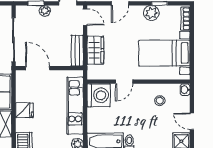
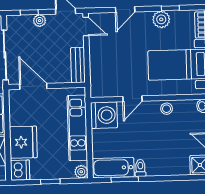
wardrobe: (95, 50) -> (99, 64), removed
stool: (160, 101) -> (167, 109), moved
fridge: (24, 110) -> (23, 142), width x1.88, depth x1.34

